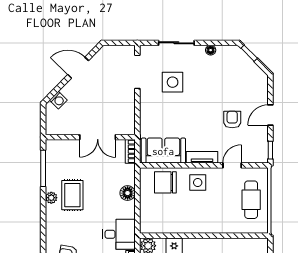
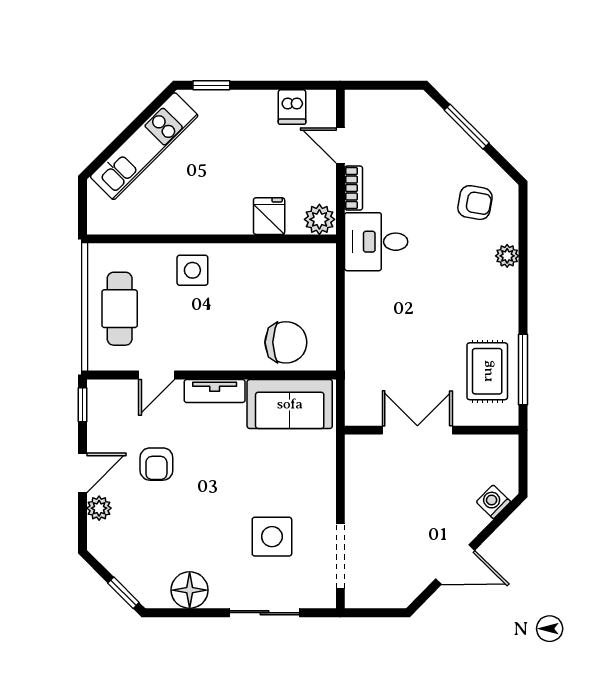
floor lamp: (211, 50) -> (190, 590), width x1.89, depth x1.89
plant: (262, 97) -> (99, 508), added
bookcase: (130, 151) -> (354, 402), removed
side table: (198, 183) -> (192, 270), moved
floor lamp: (128, 193) -> (359, 322), removed
rug: (72, 195) -> (487, 371), moved
plant: (51, 198) -> (507, 256), moved

